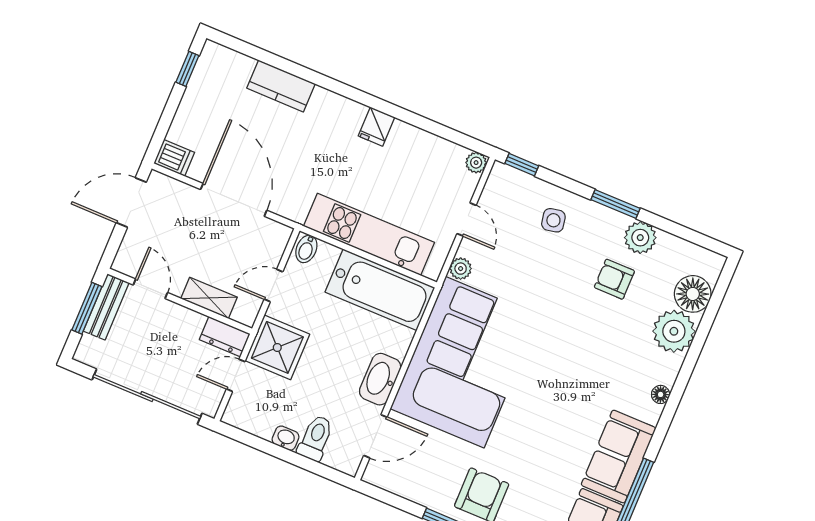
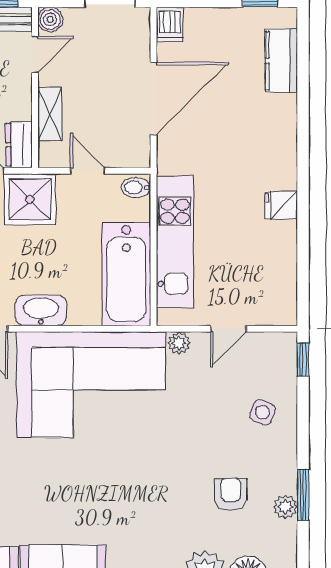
kitchen counter: (281, 86) -> (281, 61), moved
plant: (476, 163) -> (287, 315), removed
window: (616, 204) -> (303, 495), moved
side table: (553, 220) -> (263, 412), turned 34
plant: (640, 238) -> (285, 507), width x0.73, depth x0.73
boiler: (125, 262) -> (50, 19), added

